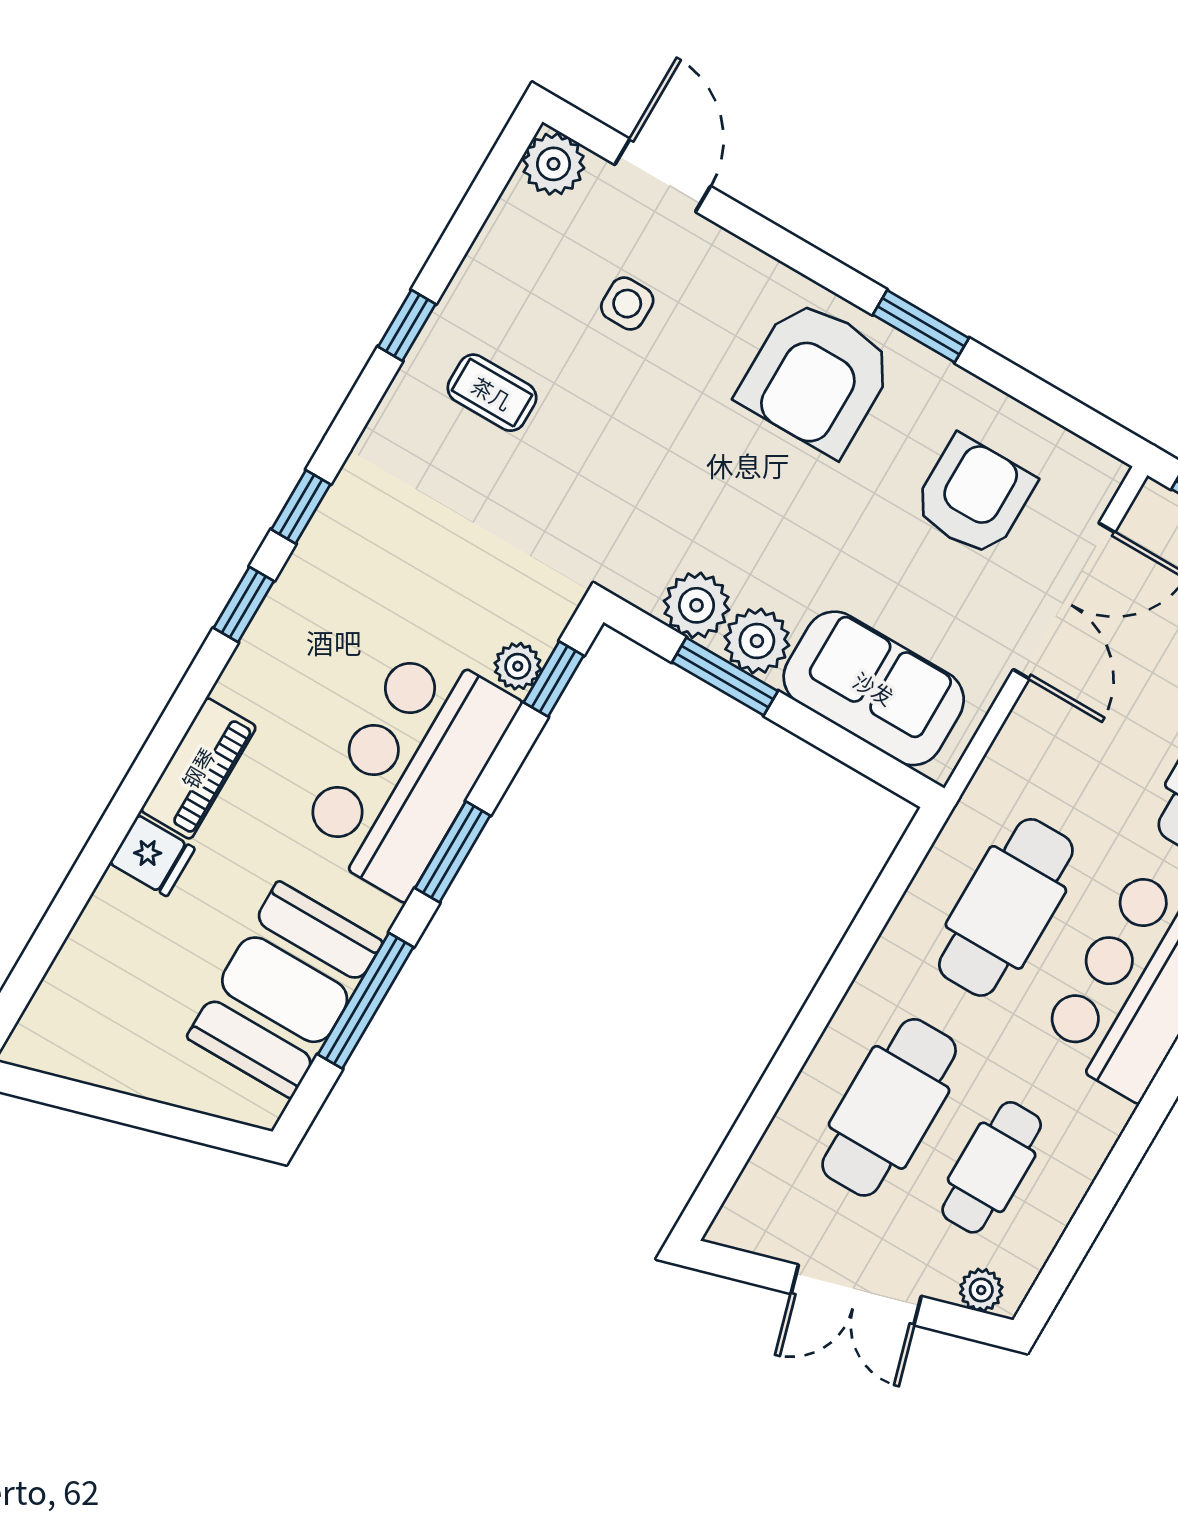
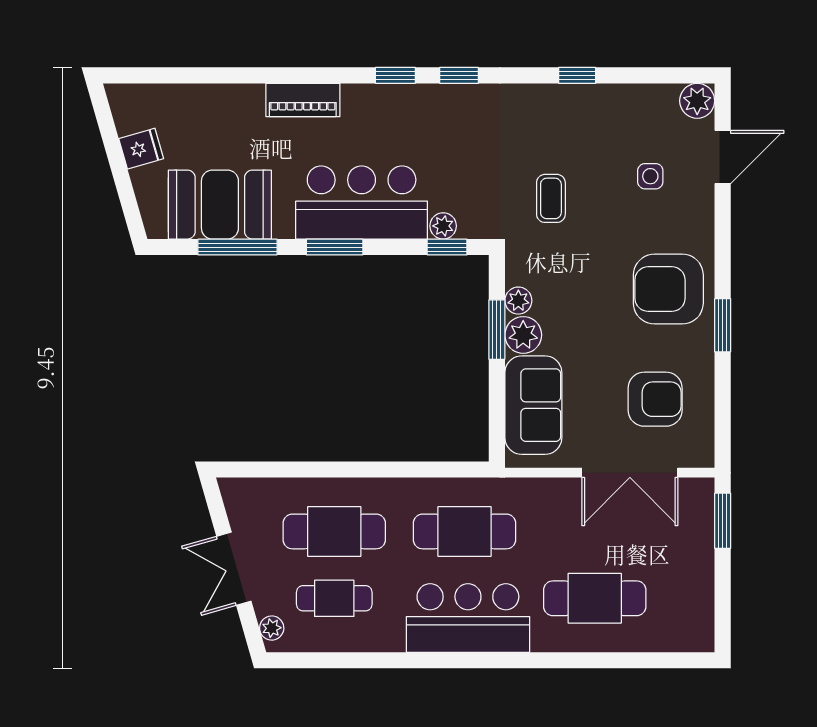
coffee table: (492, 393) -> (551, 198), moved
plant: (697, 605) -> (518, 301), width x0.73, depth x0.73
fridge: (152, 856) -> (141, 149), moved, turned -106

